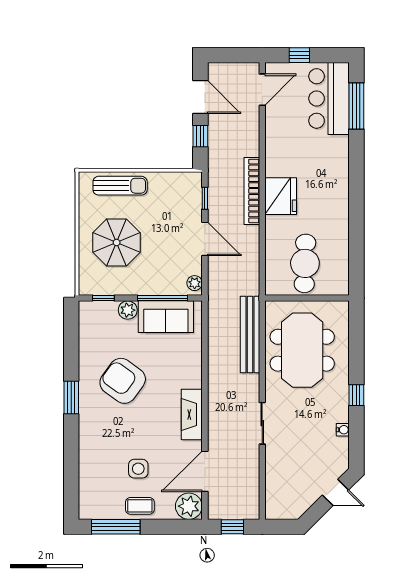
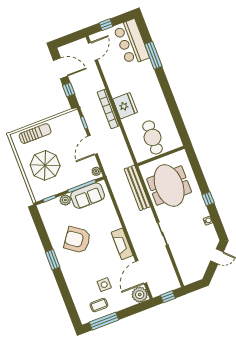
window: (356, 106) -> (153, 55), moved
door: (205, 239) -> (93, 145), swing flipped
coffee table: (140, 506) -> (99, 305), moved

